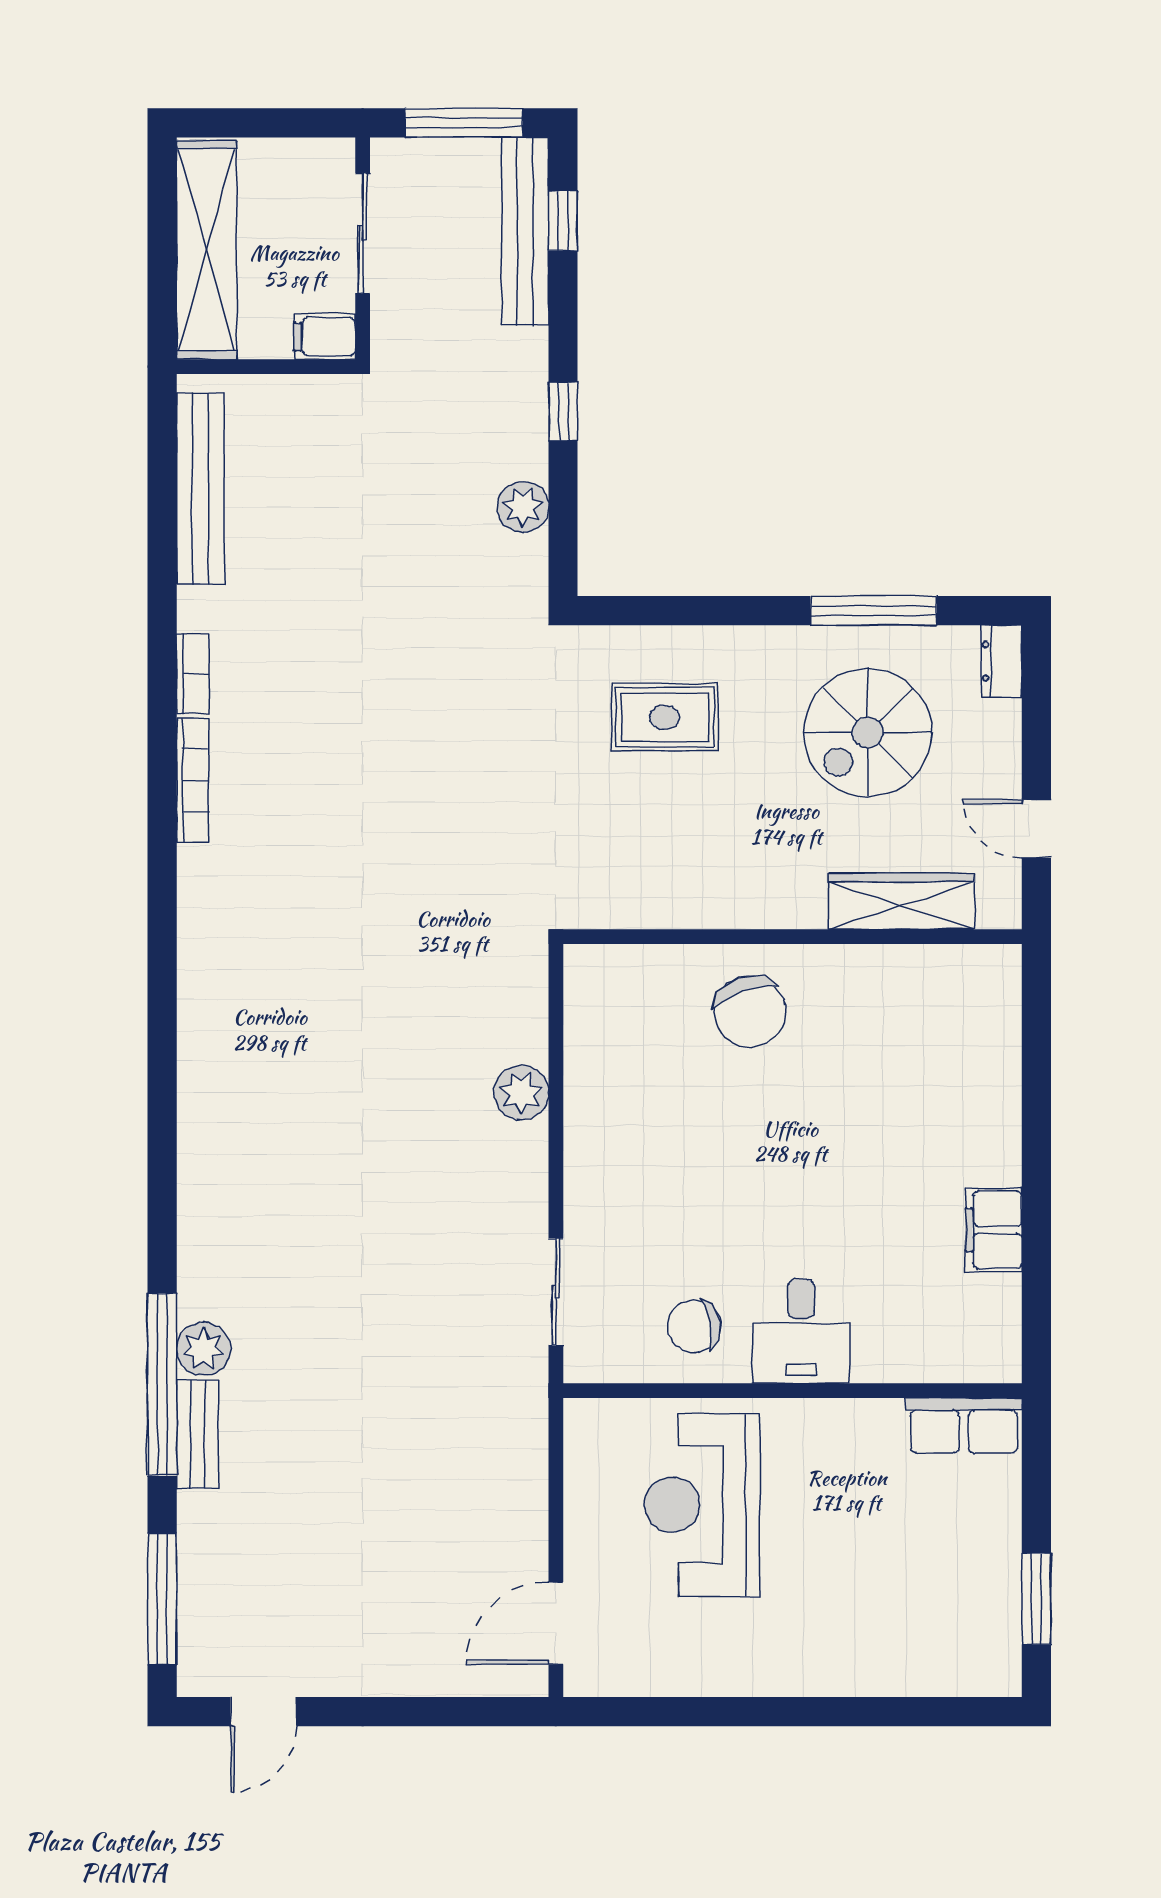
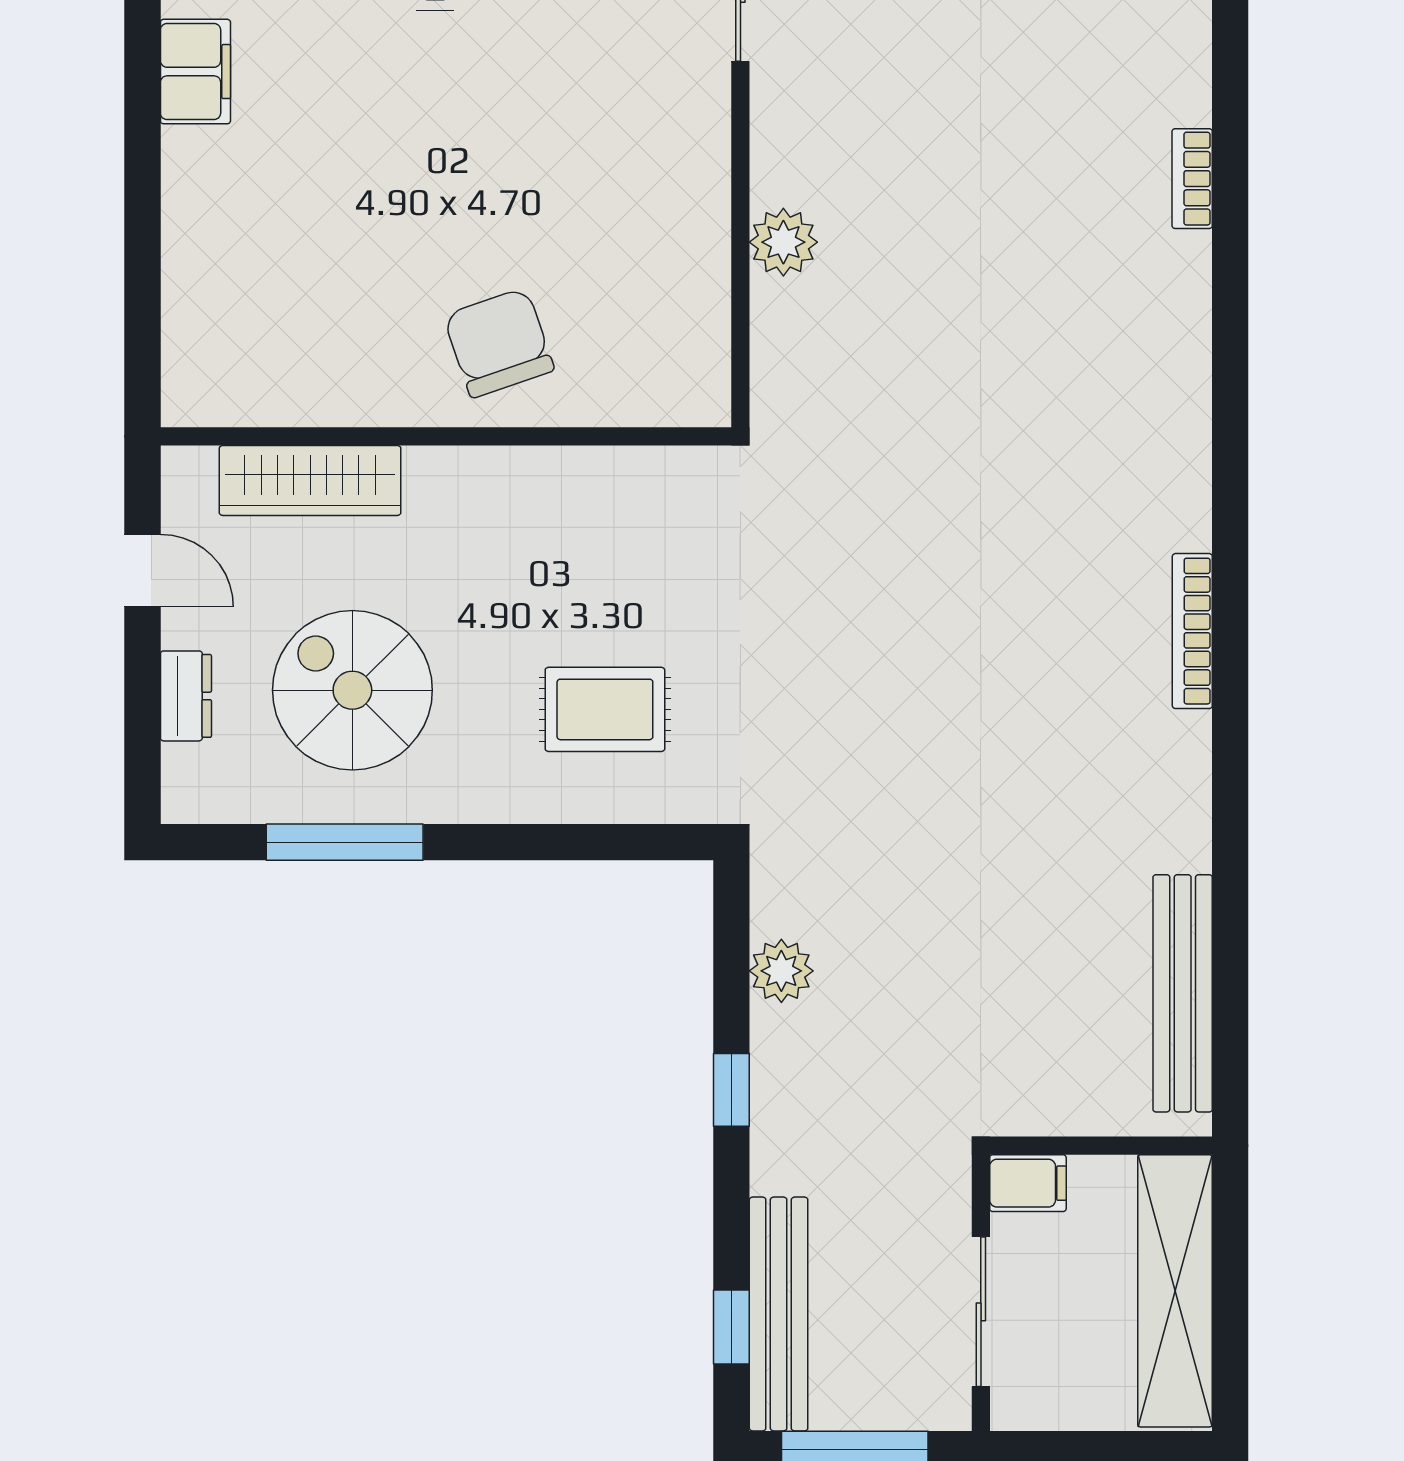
dresser: (1001, 661) -> (186, 696), moved
bookcase: (193, 674) -> (1192, 179), moved
spiral stairs: (868, 733) -> (352, 690), turned -90

